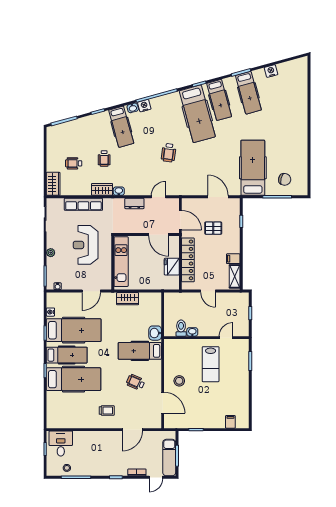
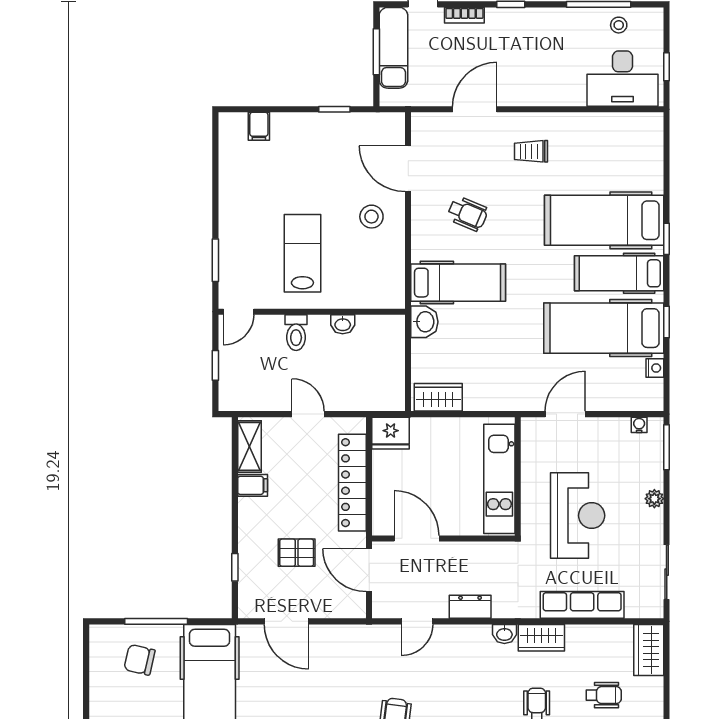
fridge: (172, 267) -> (391, 433), moved, turned 90
wardrobe: (128, 299) -> (438, 397), moved
toilet: (181, 328) -> (296, 333), moved
door: (226, 338) -> (239, 312), moved
desk: (61, 444) -> (623, 79), width x1.37

